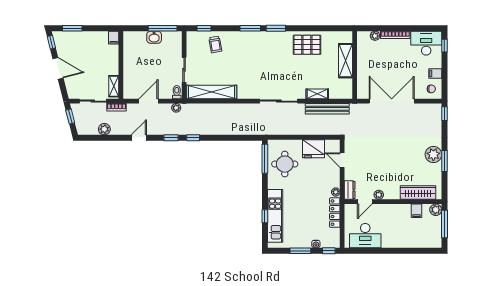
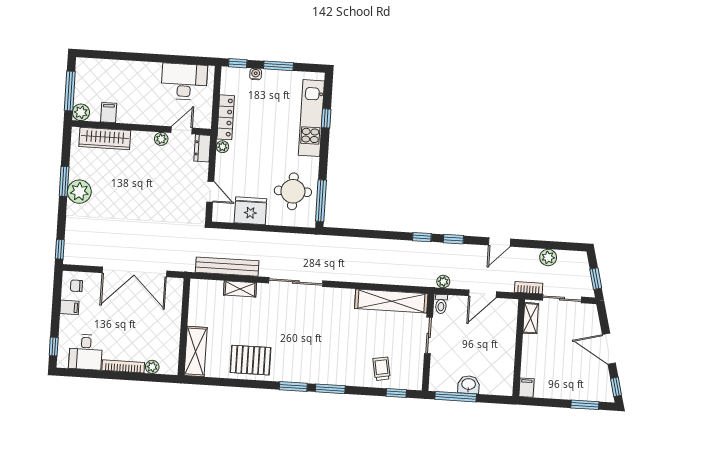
desk: (426, 43) -> (86, 352), width x0.73
shelving: (345, 61) -> (196, 351), moved

